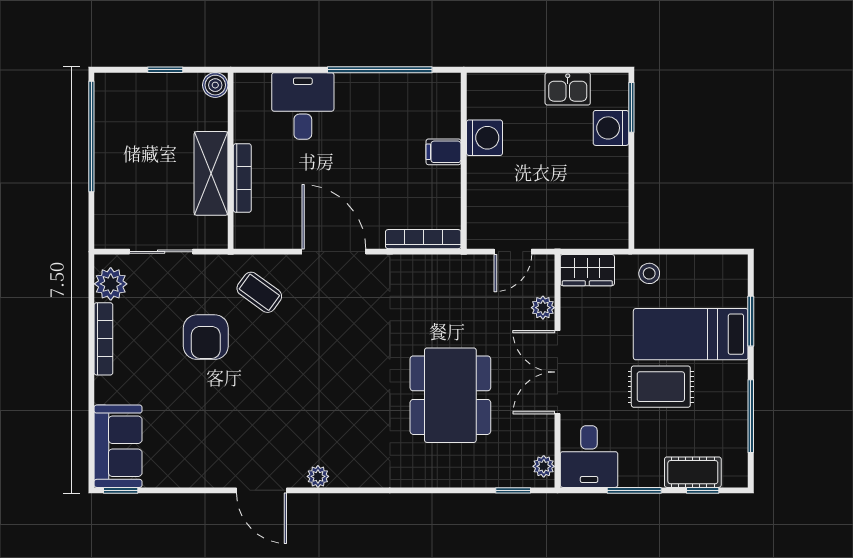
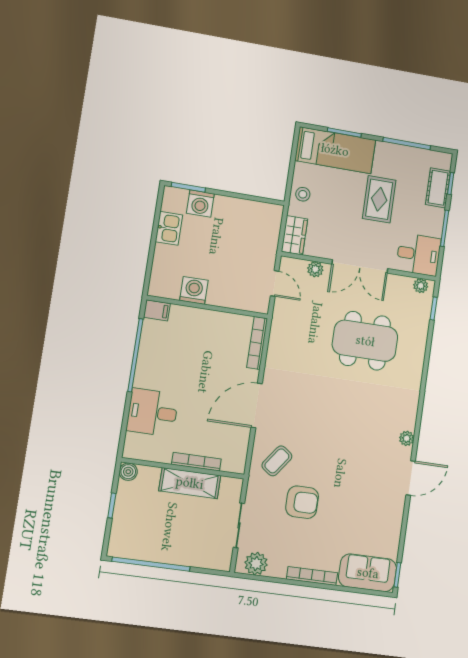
filing cabinet: (444, 152) -> (157, 310), moved, turned -90
bed: (691, 334) -> (335, 150), moved, turned -90
bookcase: (103, 339) -> (312, 576), moved

